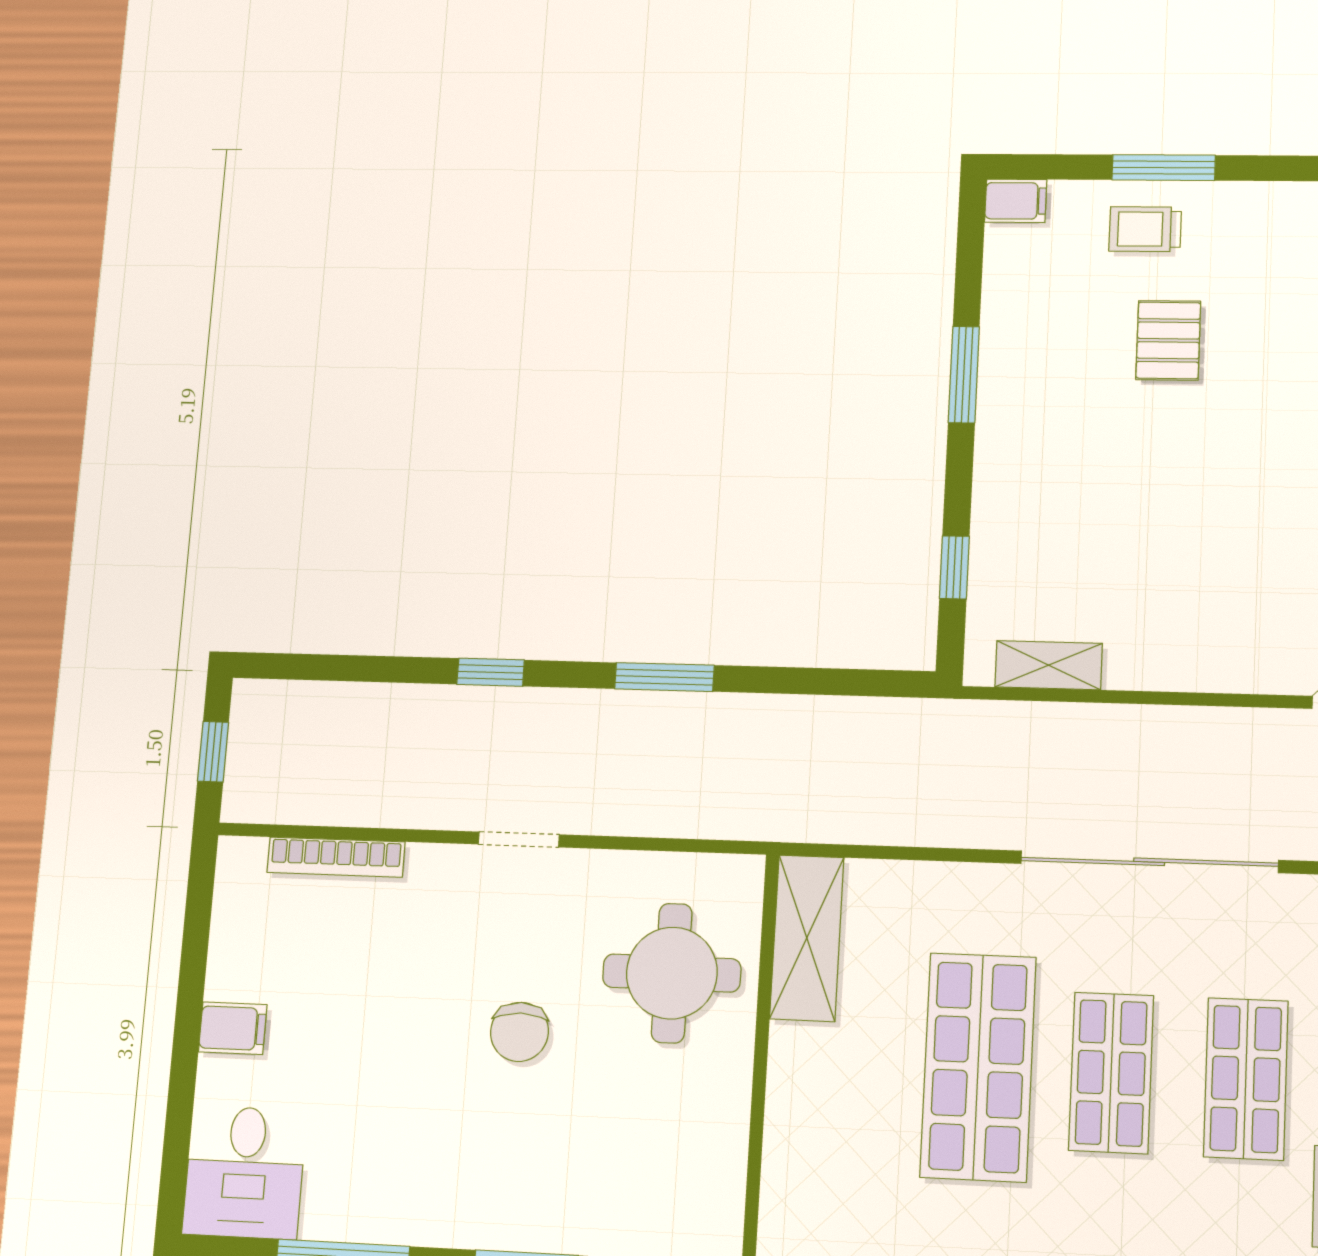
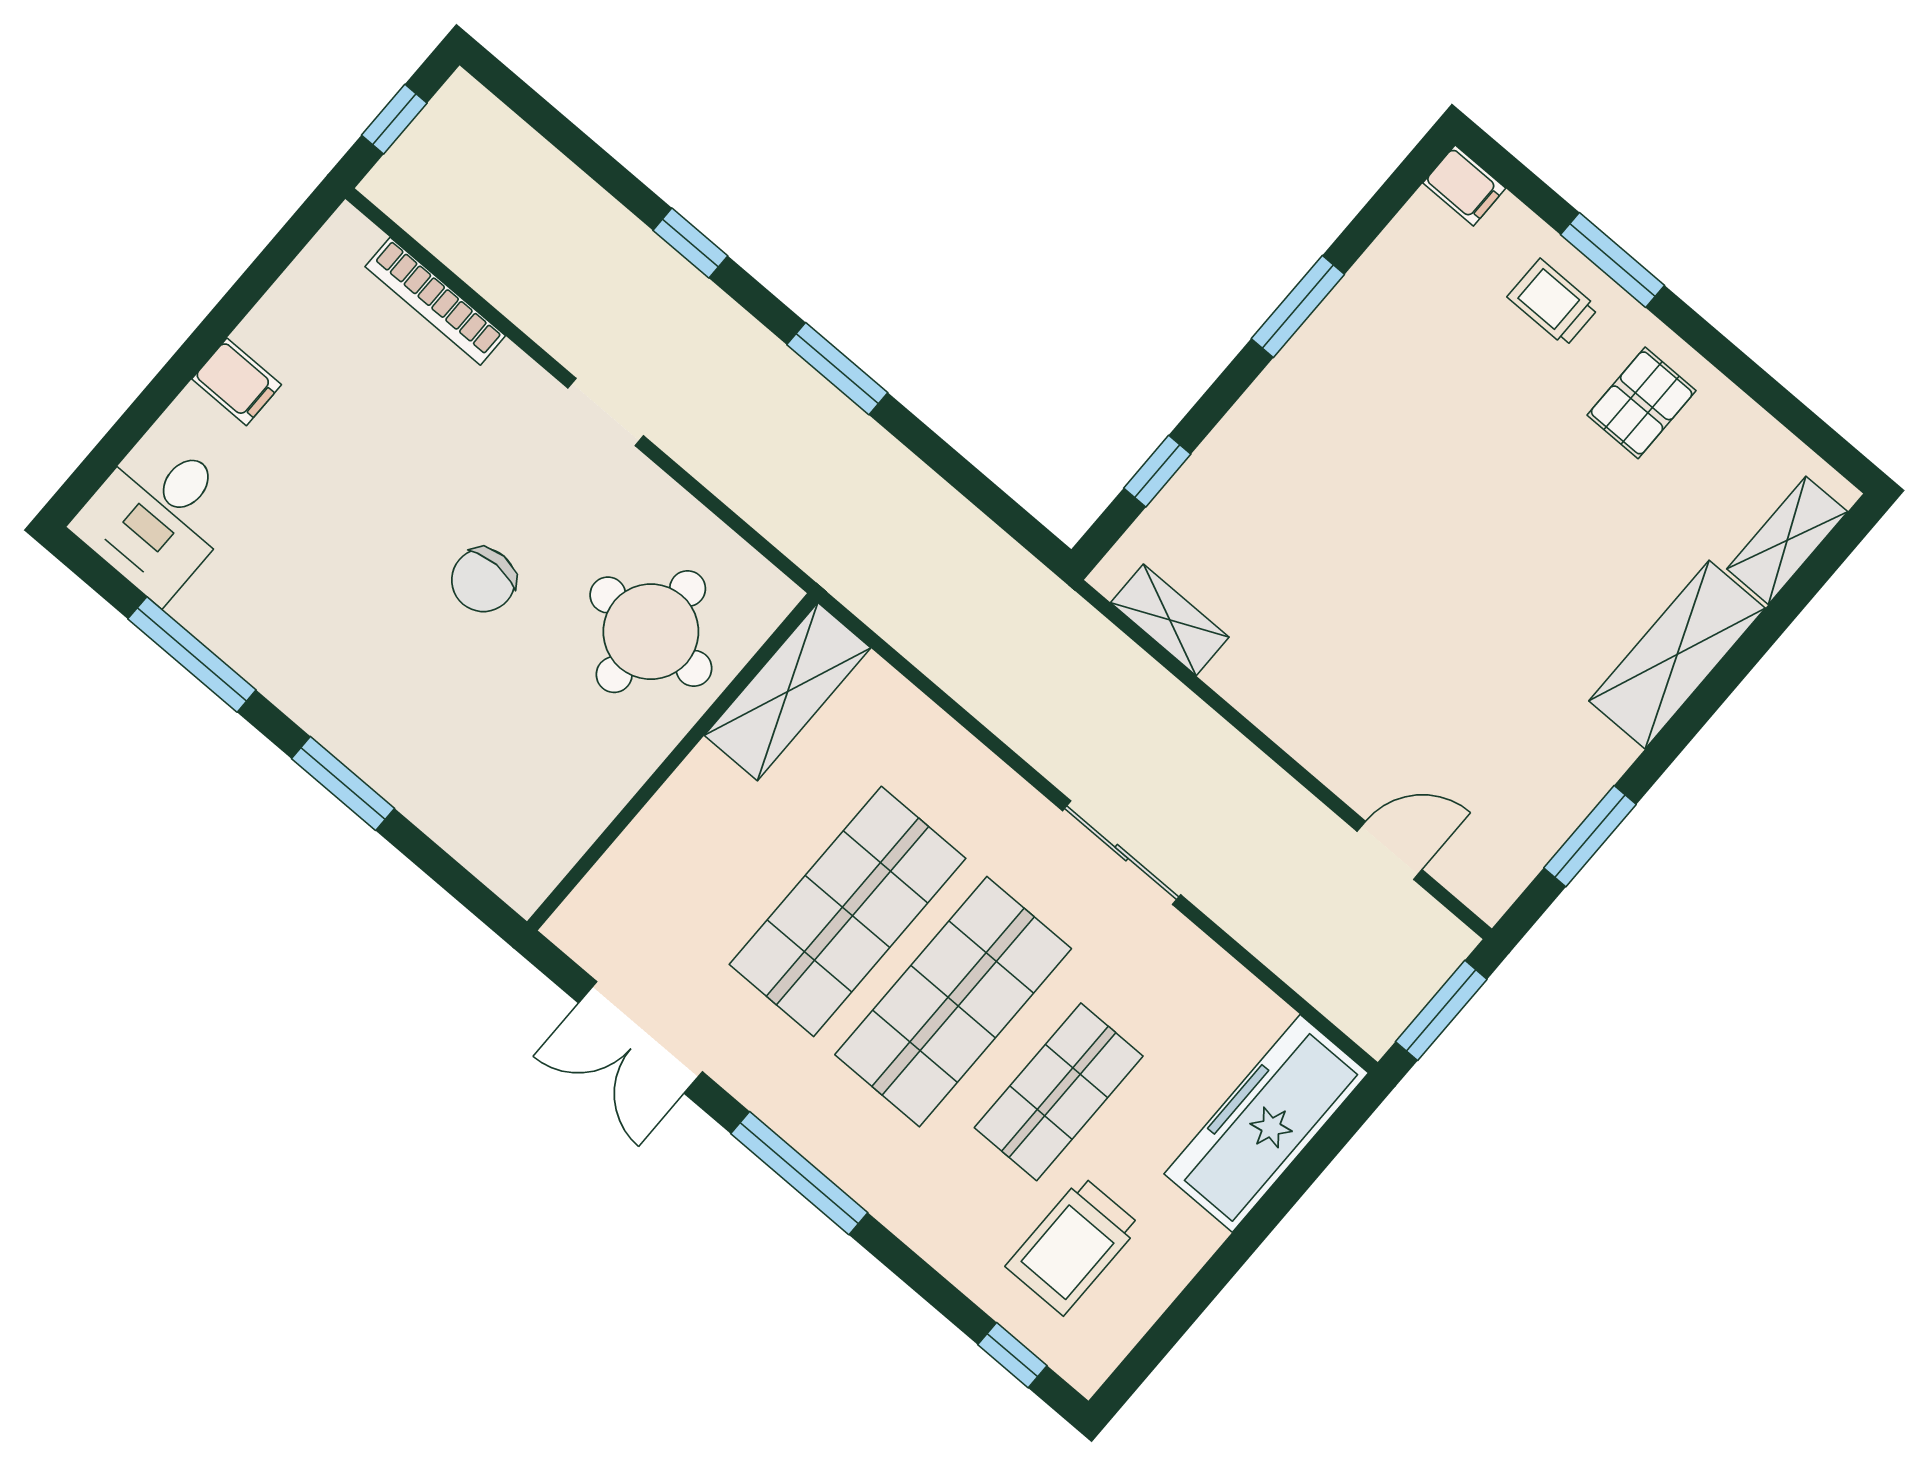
pallet: (1168, 340) -> (1642, 403), moved
sliding door: (1149, 862) -> (1122, 853), width x0.54
shop shelf: (1111, 1073) -> (953, 1002), width x1.43, depth x1.36

